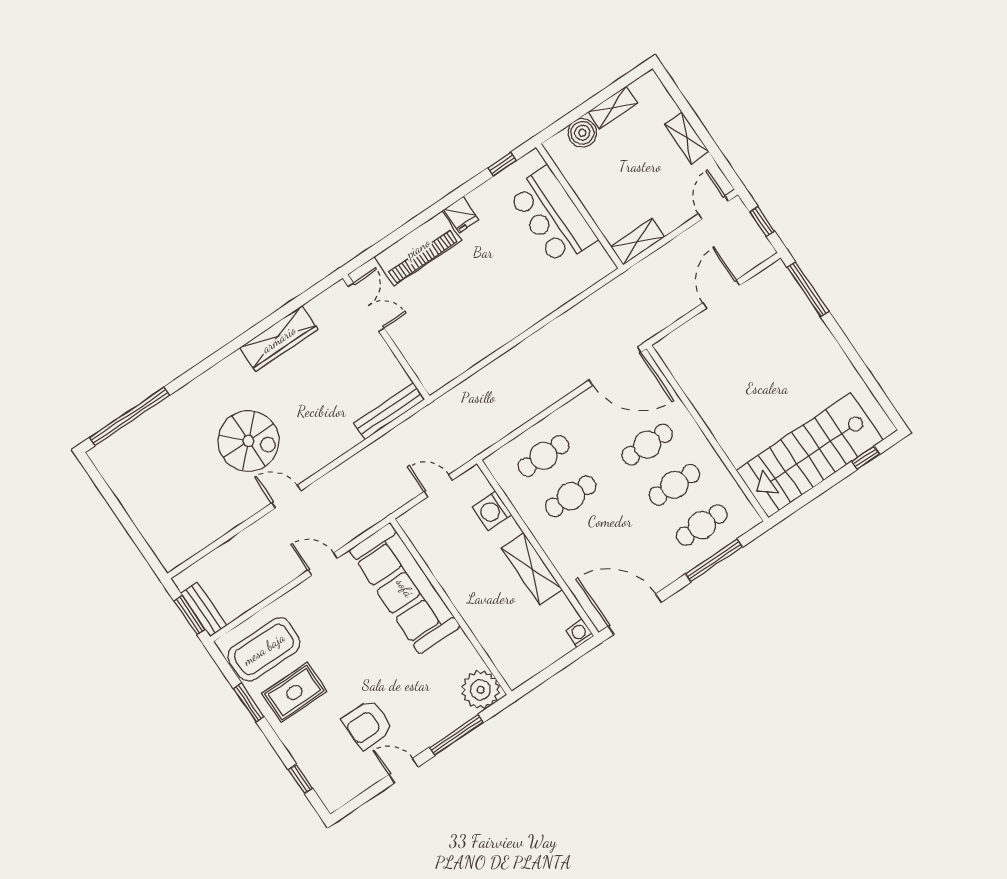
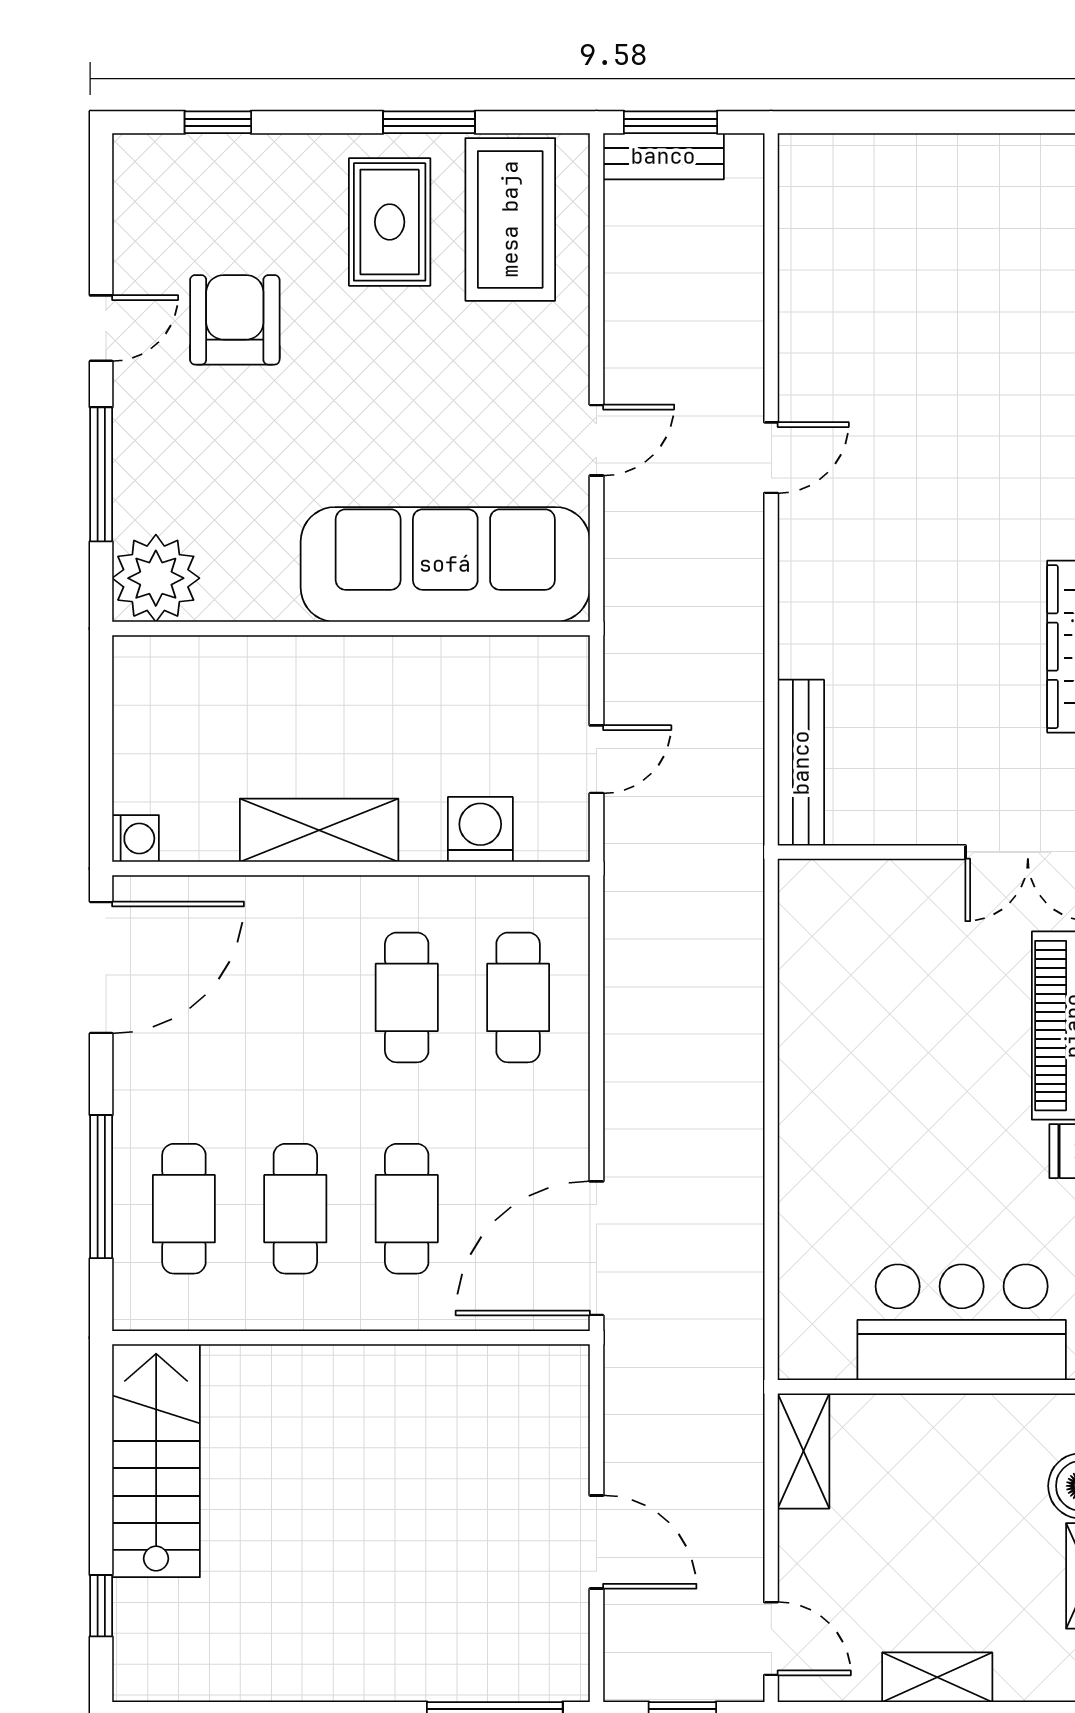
spiral stairs: (249, 441) -> (925, 458), removed
stairs: (810, 455) -> (156, 1461), width x0.73, depth x0.66

